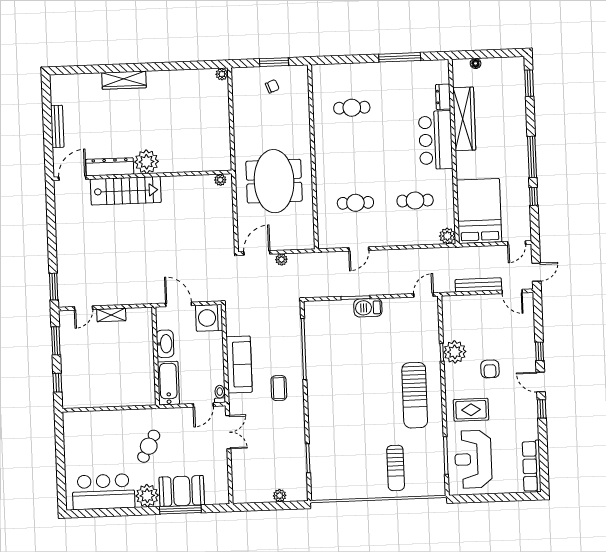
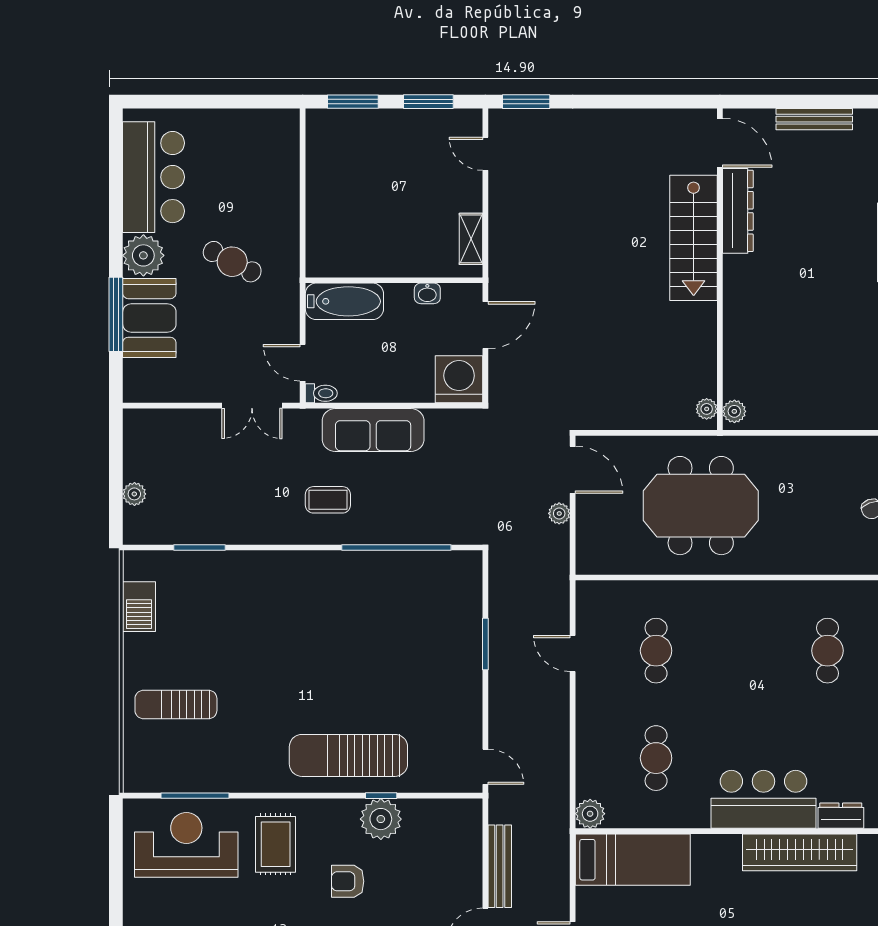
plant: (147, 162) -> (734, 411), moved, width x0.53, depth x0.53
bed: (479, 211) -> (633, 860), width x0.67
barbecue: (368, 308) -> (139, 607), moved, turned 180
shelving: (111, 315) -> (471, 239), moved
washbasin: (165, 344) -> (427, 293), width x0.52, depth x0.69
window: (57, 383) -> (353, 102), width x1.50
sun lounger: (415, 395) -> (348, 755), moved

